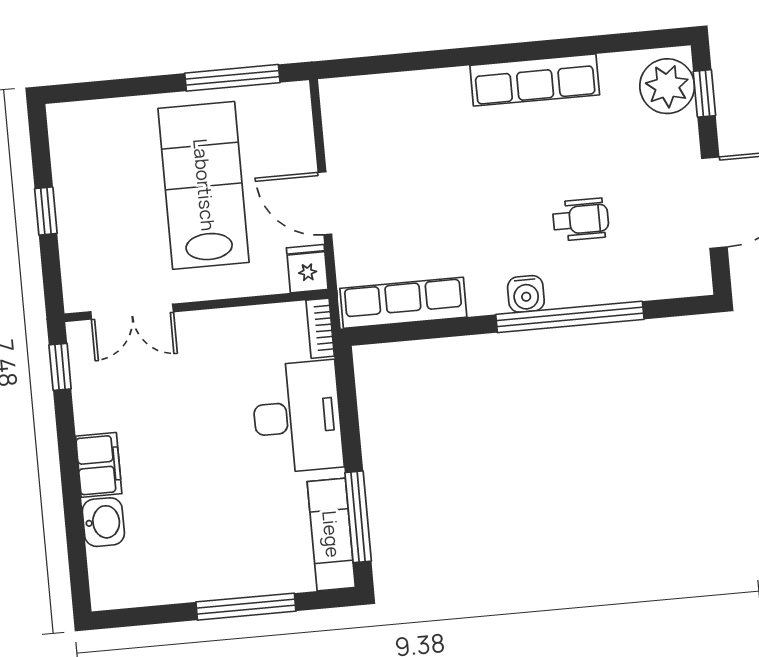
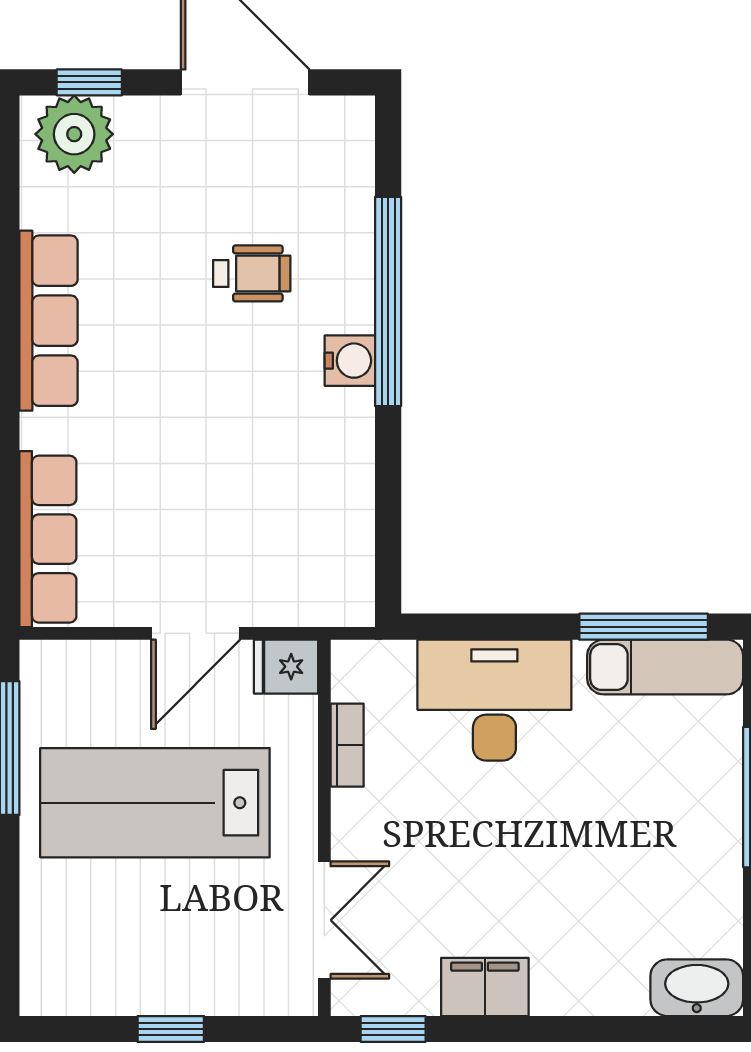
wheelchair: (581, 219) -> (252, 273), turned 90
row of seats: (403, 303) -> (48, 539), moved, turned 180
bookcase: (320, 328) -> (347, 745), moved, turned -90
filing cabinet: (99, 465) -> (485, 987), moved
washbasin: (103, 522) -> (697, 988), moved, width x1.38

